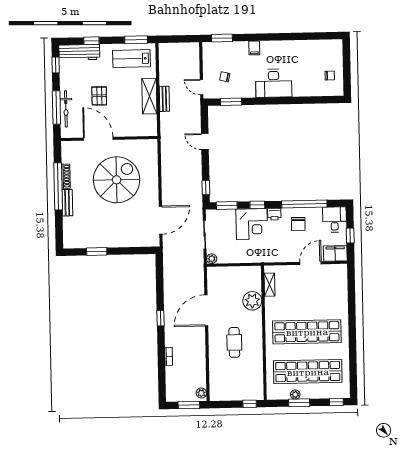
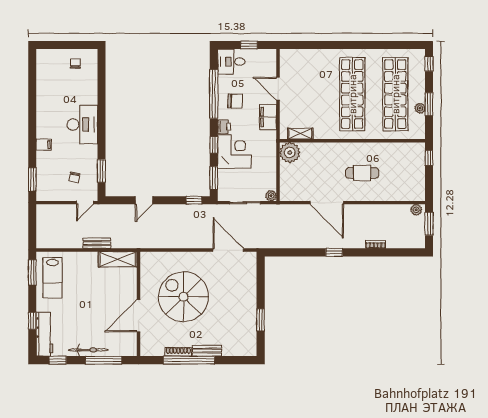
pallet: (99, 96) -> (92, 314), removed
shelving: (149, 96) -> (118, 259), moved
bicycle: (66, 109) -> (88, 350), moved
filing cabinet: (335, 253) -> (268, 117), moved
plant: (252, 301) -> (290, 153), moved

